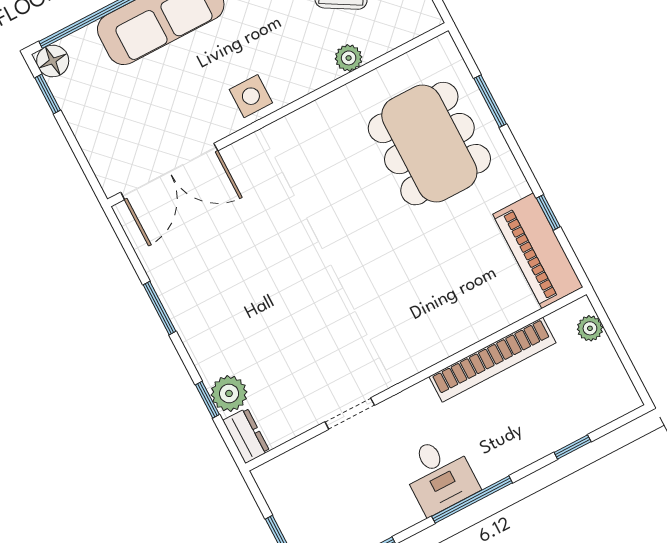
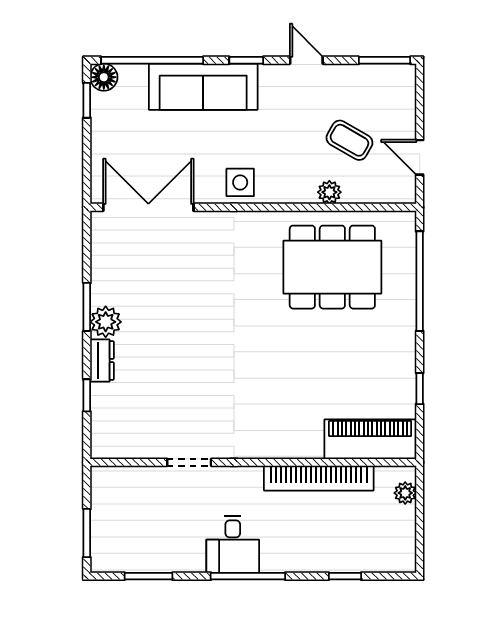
window: (490, 101) -> (420, 281), width x2.11
dining table: (429, 144) -> (332, 267), moved, turned 90
double door: (169, 171) -> (148, 207), swing flipped
piano: (538, 251) -> (370, 439), moved, turned 90
plant: (229, 393) -> (106, 322), moved
dresser: (246, 436) -> (102, 361), moved

